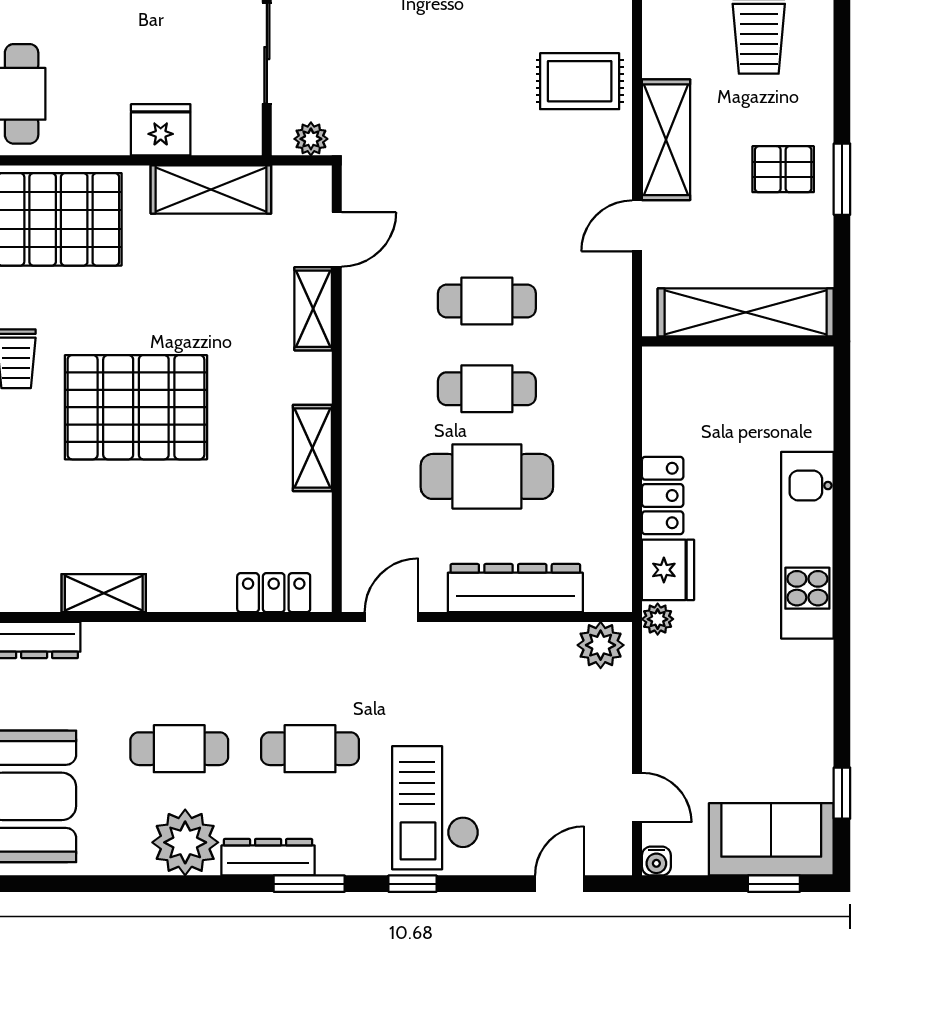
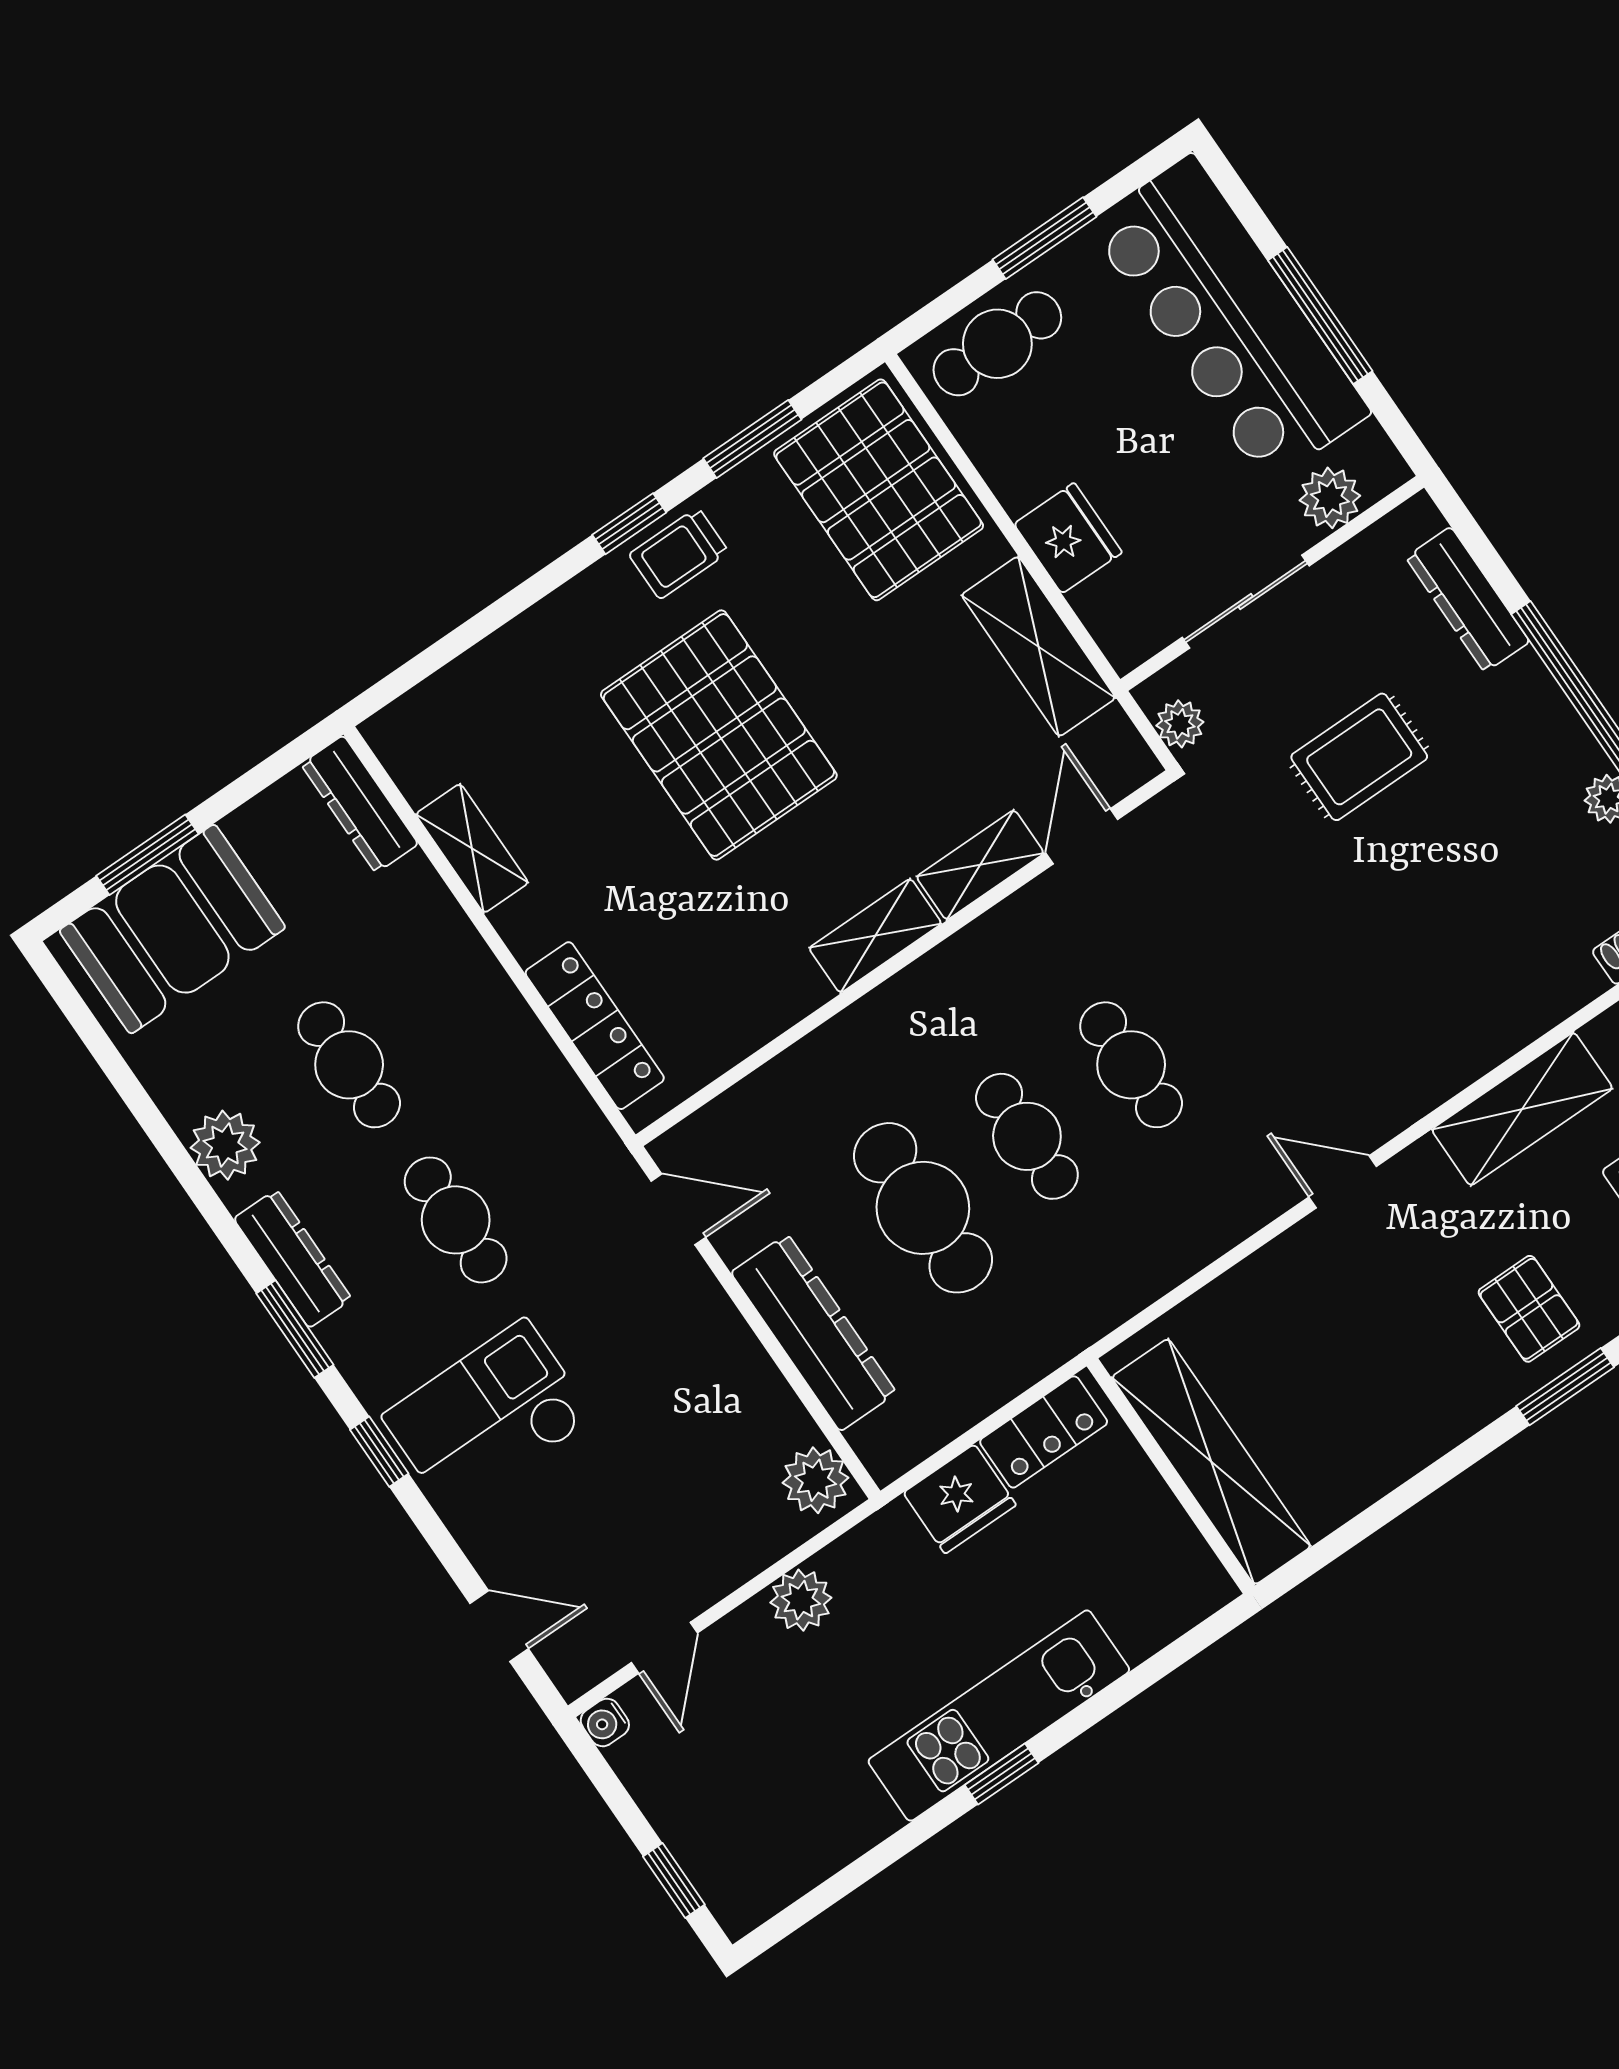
rug: (580, 81) -> (1359, 757), moved, turned 90
shelving: (666, 140) -> (1522, 1109), moved
door: (337, 239) -> (1082, 836), swing flipped
shelving: (746, 312) -> (1211, 1462), moved
wall: (738, 341) -> (1171, 1476), moved
shelving: (312, 448) -> (875, 936), moved
kitchen unit: (807, 545) -> (999, 1716), moved
locker: (274, 593) -> (595, 1026), width x1.53
plant: (658, 619) -> (801, 1600), moved, width x1.38, depth x1.38
window: (842, 793) -> (1002, 1774), moved
sofa: (771, 839) -> (724, 1841), removed
plant: (185, 842) -> (225, 1145), width x0.73, depth x0.73

